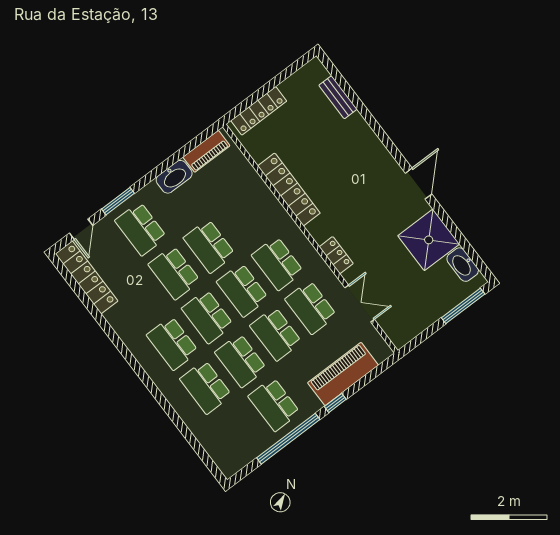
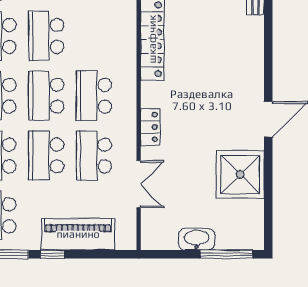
washbasin: (463, 265) -> (197, 239), moved, turned 90

